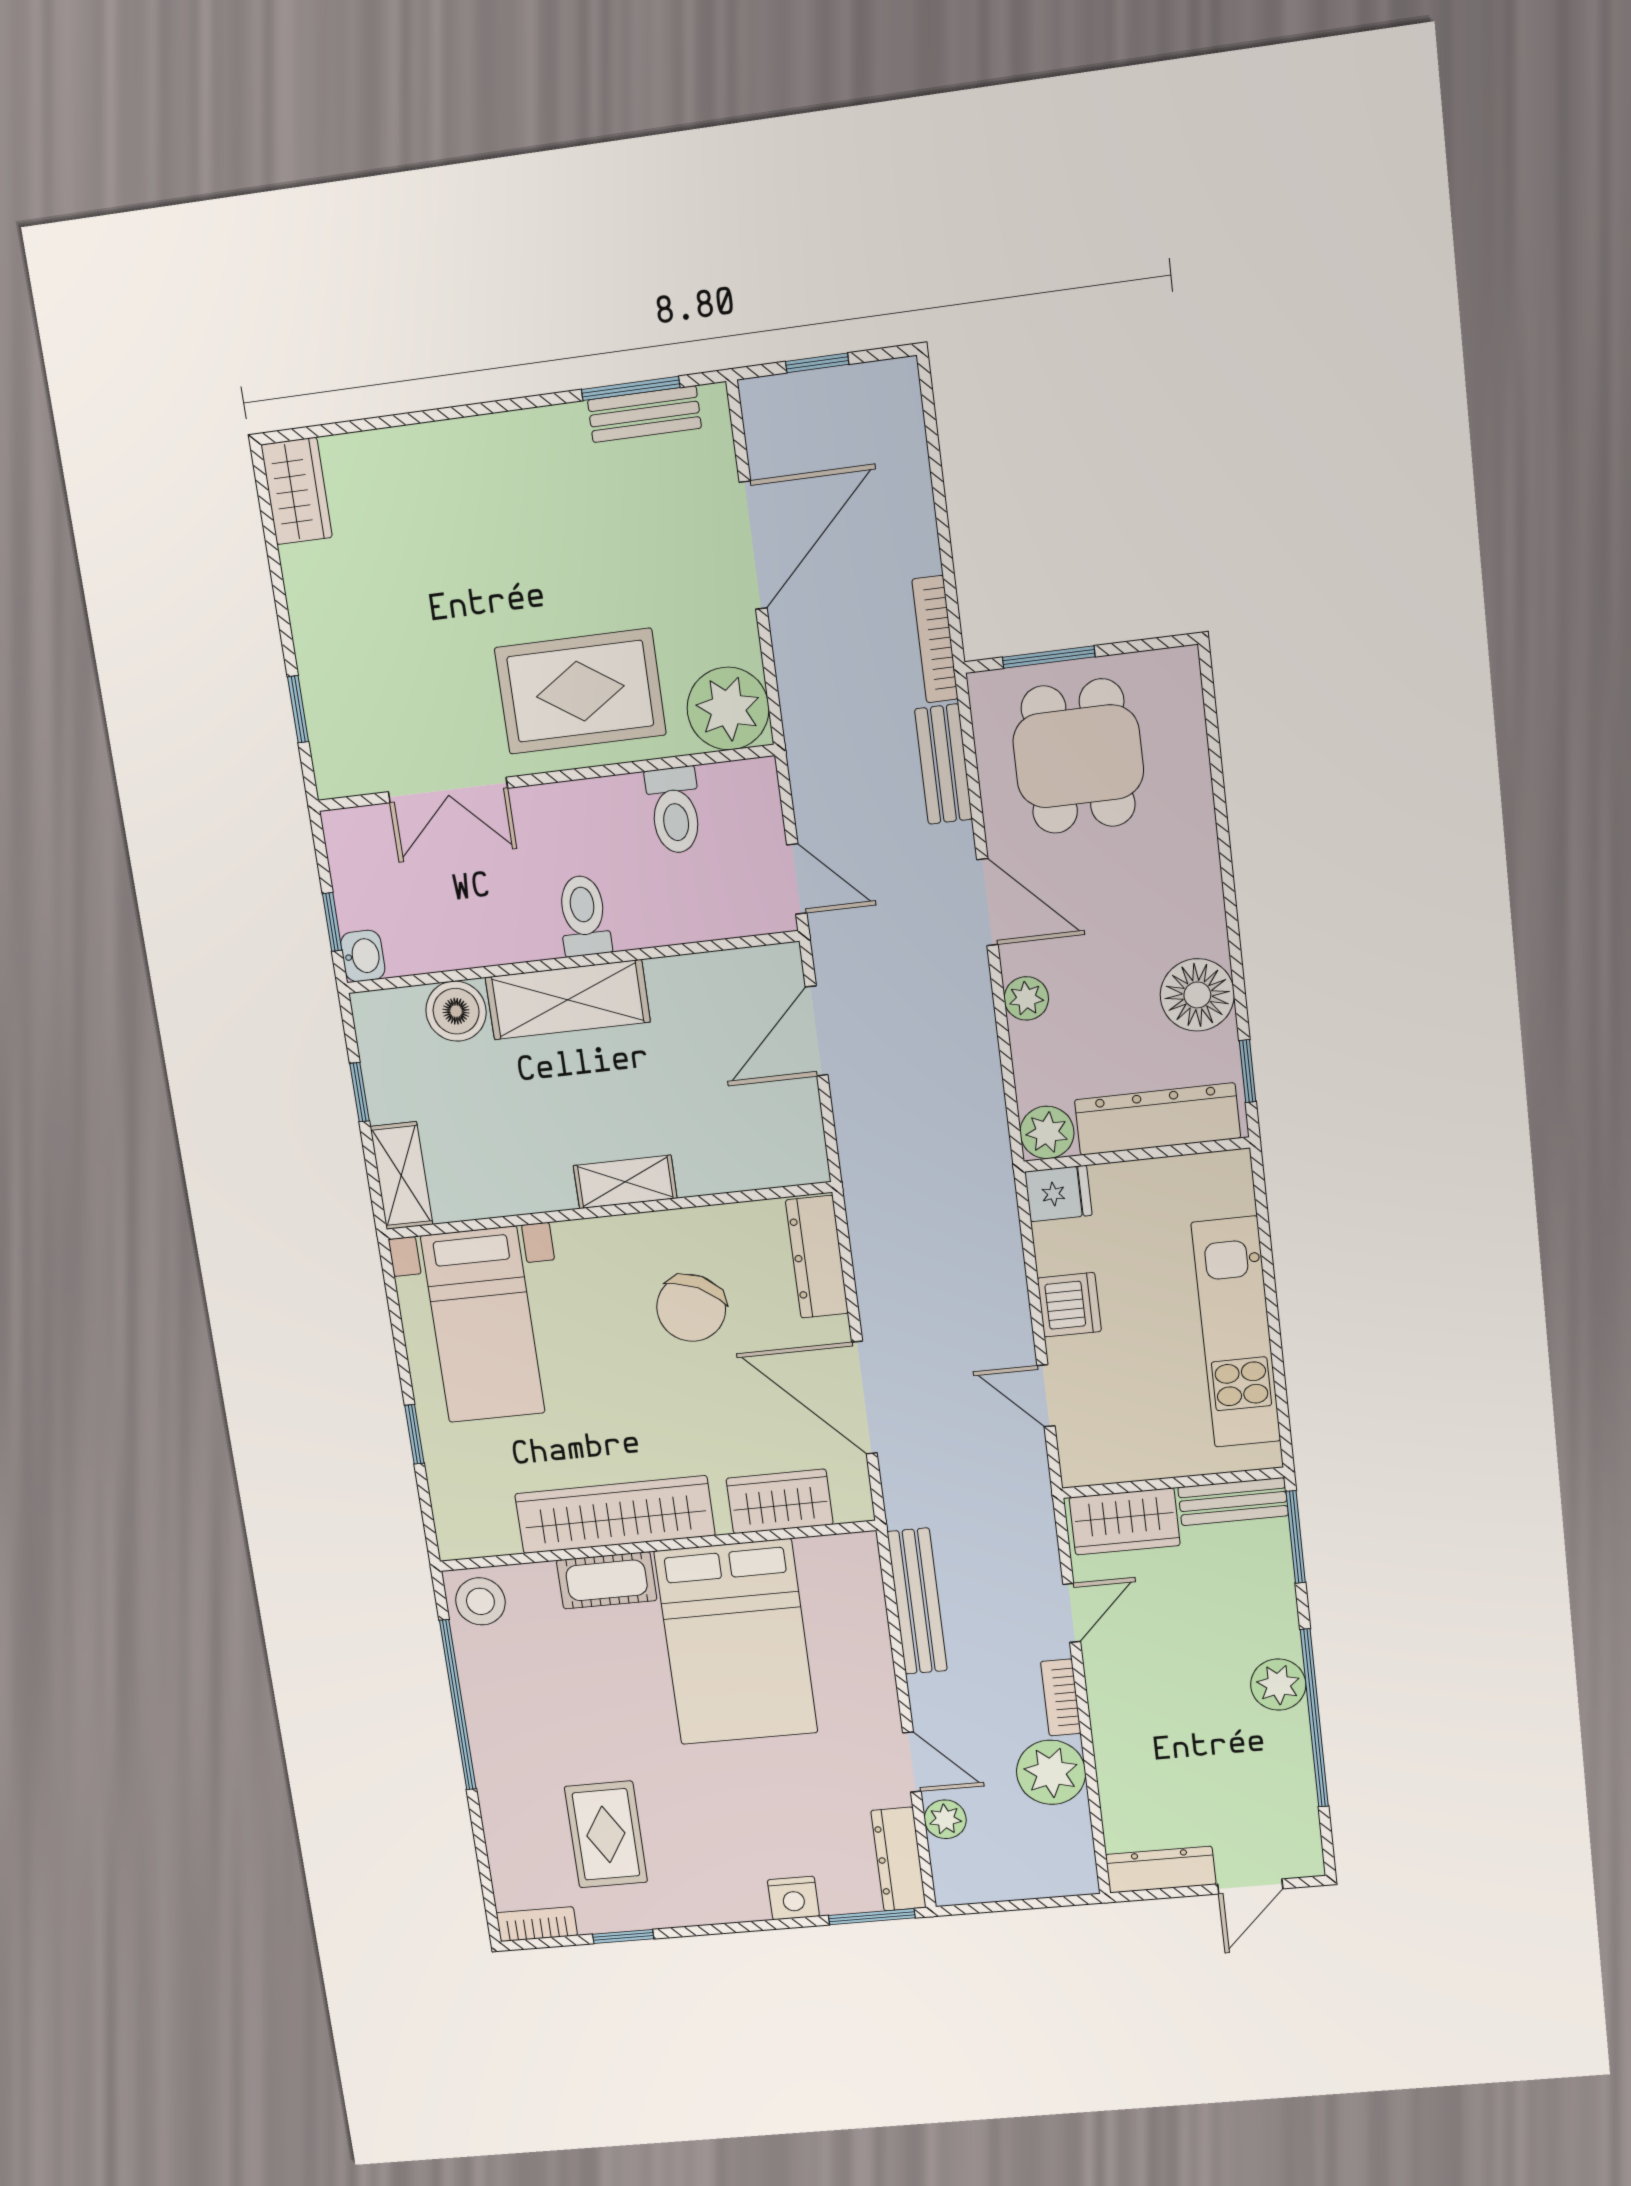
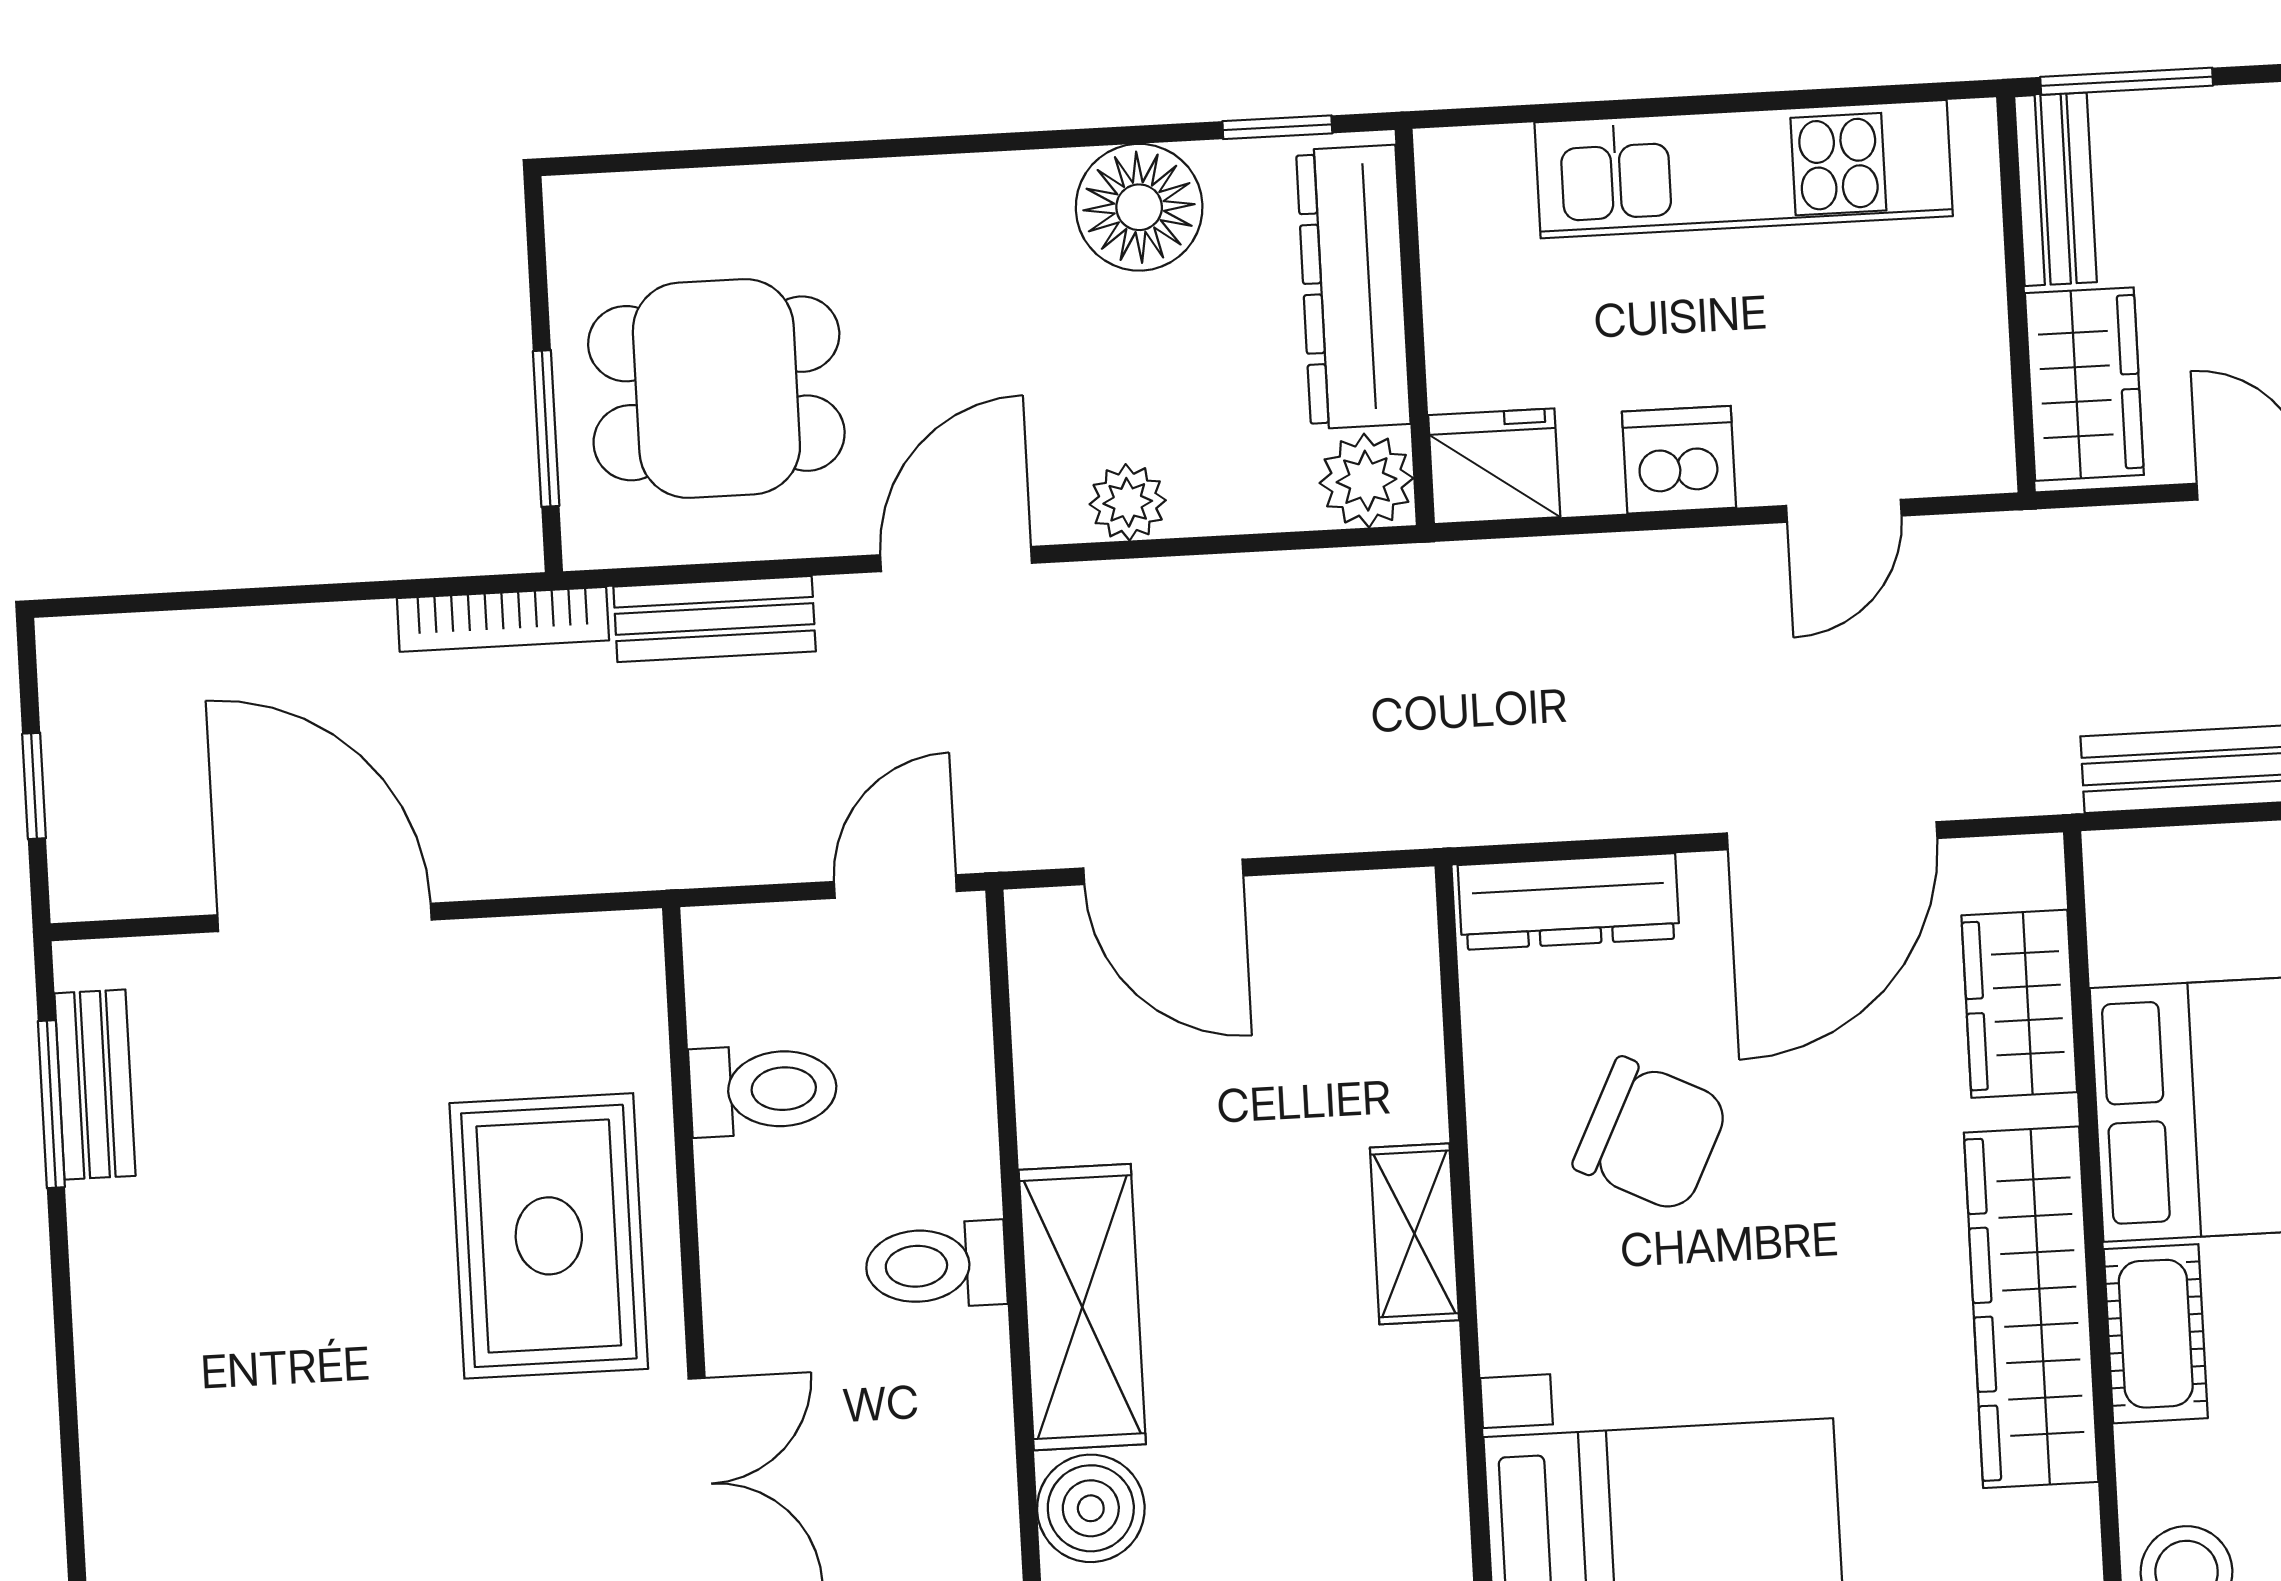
plant: (728, 709) -> (596, 982), removed
fridge: (1058, 1193) -> (1494, 466), width x1.38

